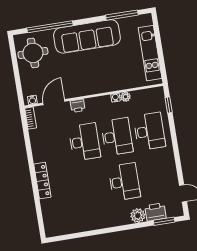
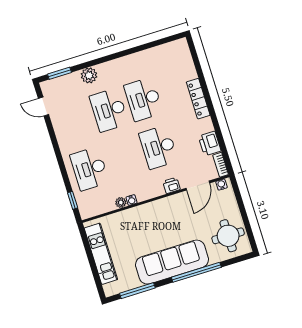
window: (50, 27) -> (196, 272), moved
desk: (117, 137) -> (143, 99), moved
printer: (155, 212) -> (210, 144), moved, turned 90

